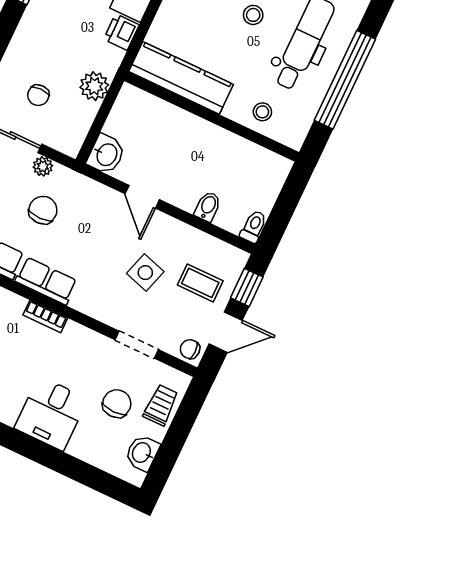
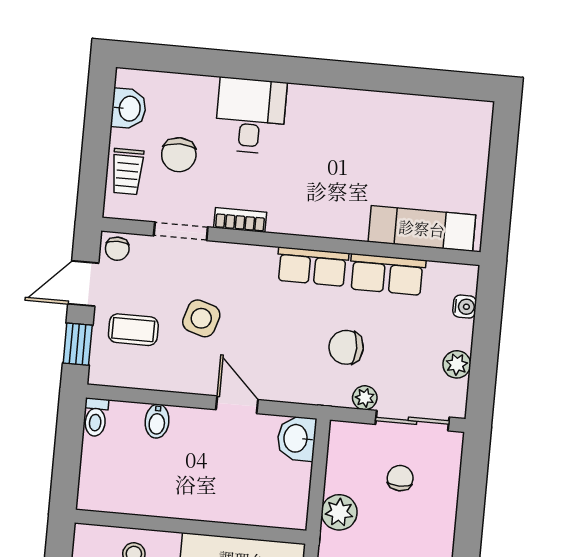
chair: (43, 210) -> (346, 347), turned 91
bookcase: (45, 316) -> (240, 220), moved
chair: (190, 349) -> (117, 249), turned 90

